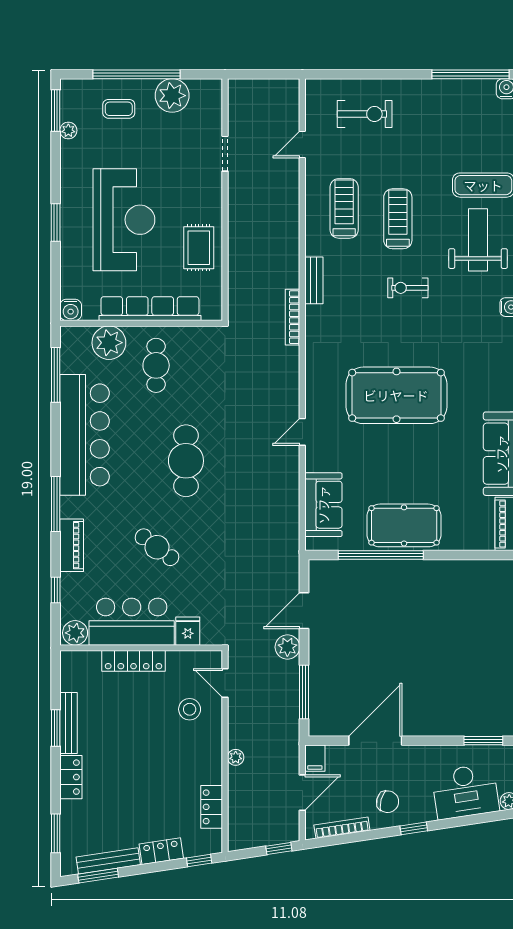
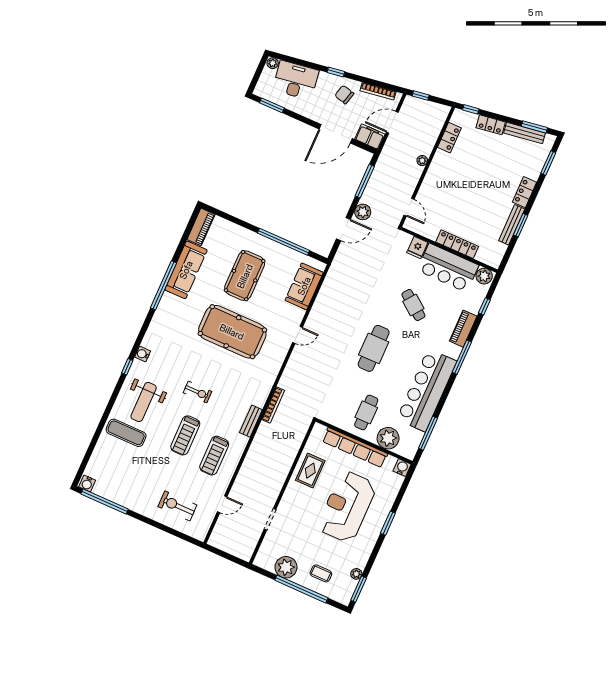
pool table: (404, 525) -> (245, 276), moved, turned 90
stool: (190, 709) -> (437, 201), removed
filing cabinet: (315, 758) -> (370, 137), width x2.00

